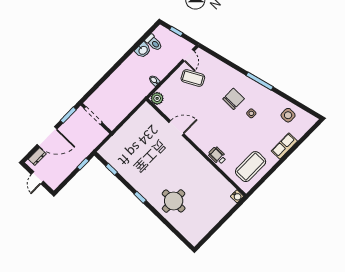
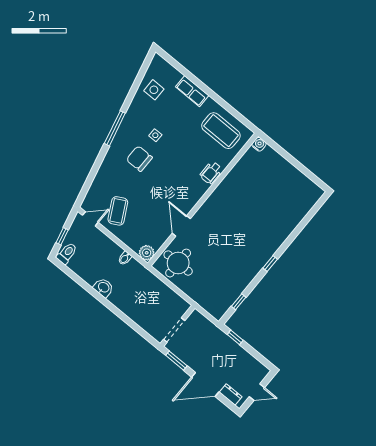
toilet: (154, 43) -> (67, 253), moved
washbasin: (143, 50) -> (103, 288), moved
door: (47, 137) -> (205, 384), swing flipped
round table: (174, 201) -> (178, 263), moved

